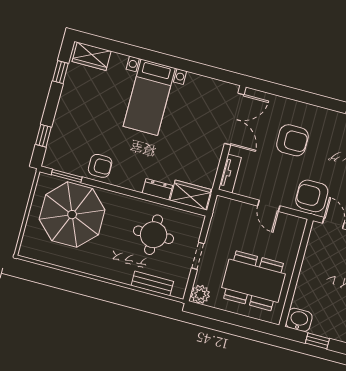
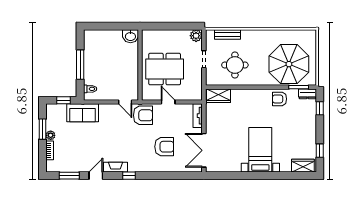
armchair: (292, 140) -> (164, 147), turned 180
dresser: (157, 189) -> (307, 94), moved
dining table: (254, 281) -> (165, 69), moved
window: (317, 341) -> (116, 26), removed

